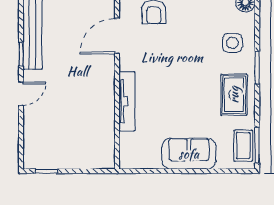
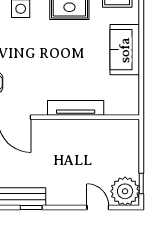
door: (21, 94) -> (98, 207), moved
plant: (38, 154) -> (125, 191), added

